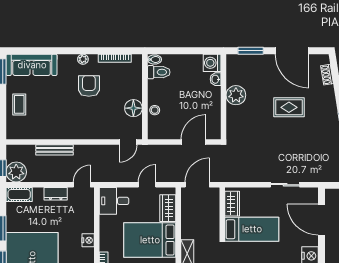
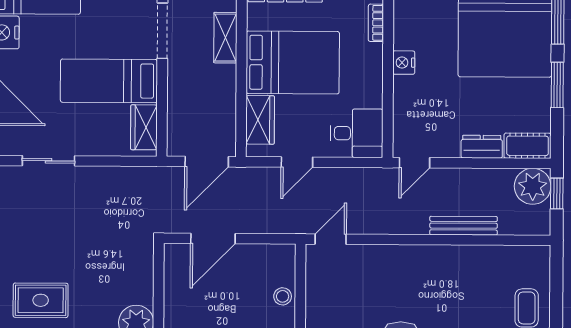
floor lamp: (133, 108) -> (321, 300), removed
dresser: (56, 194) -> (482, 147), moved

